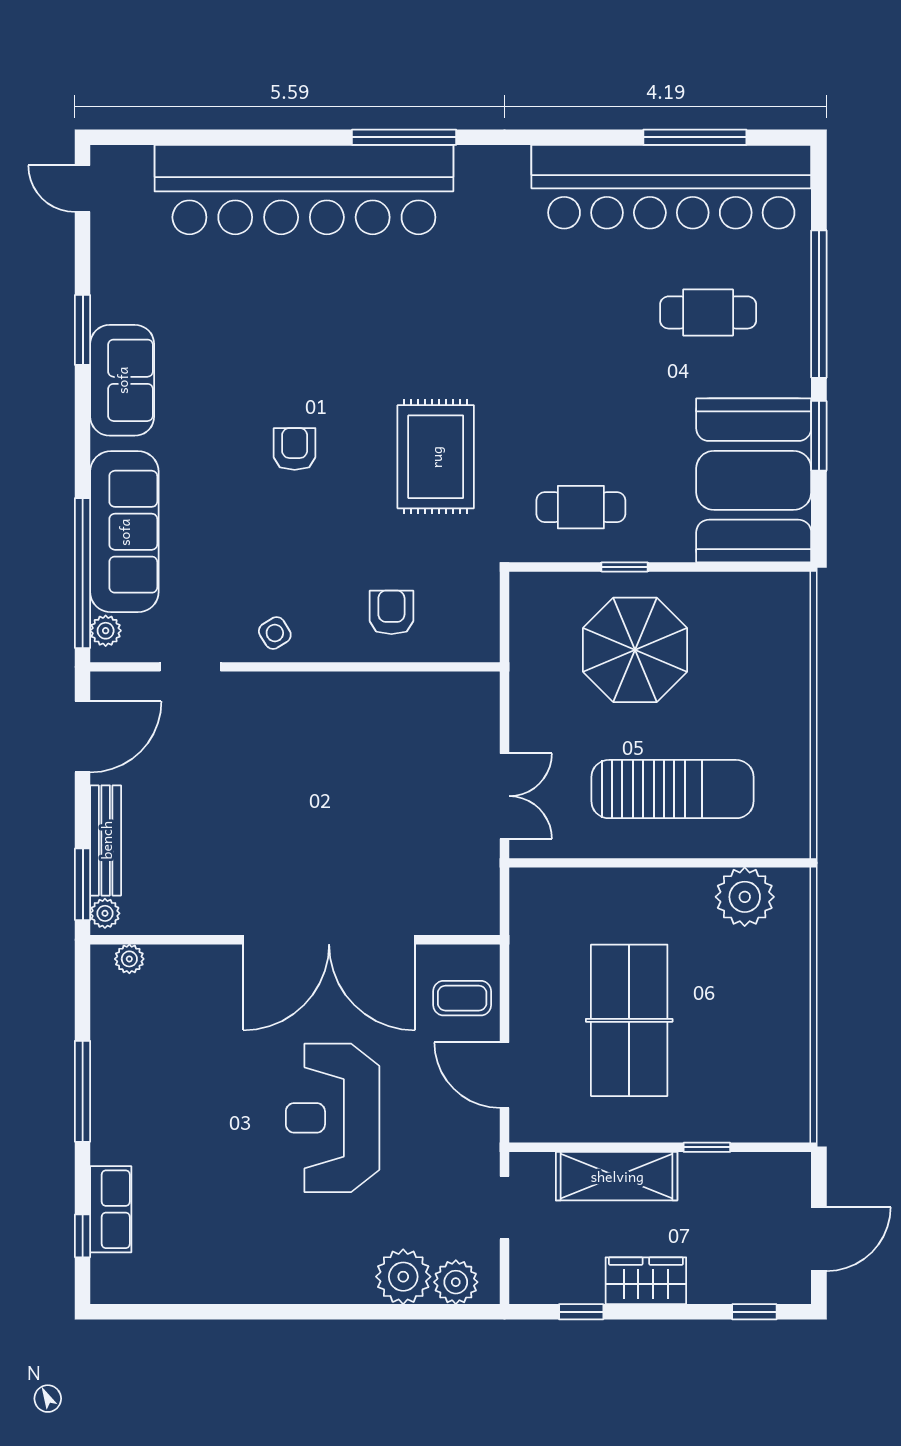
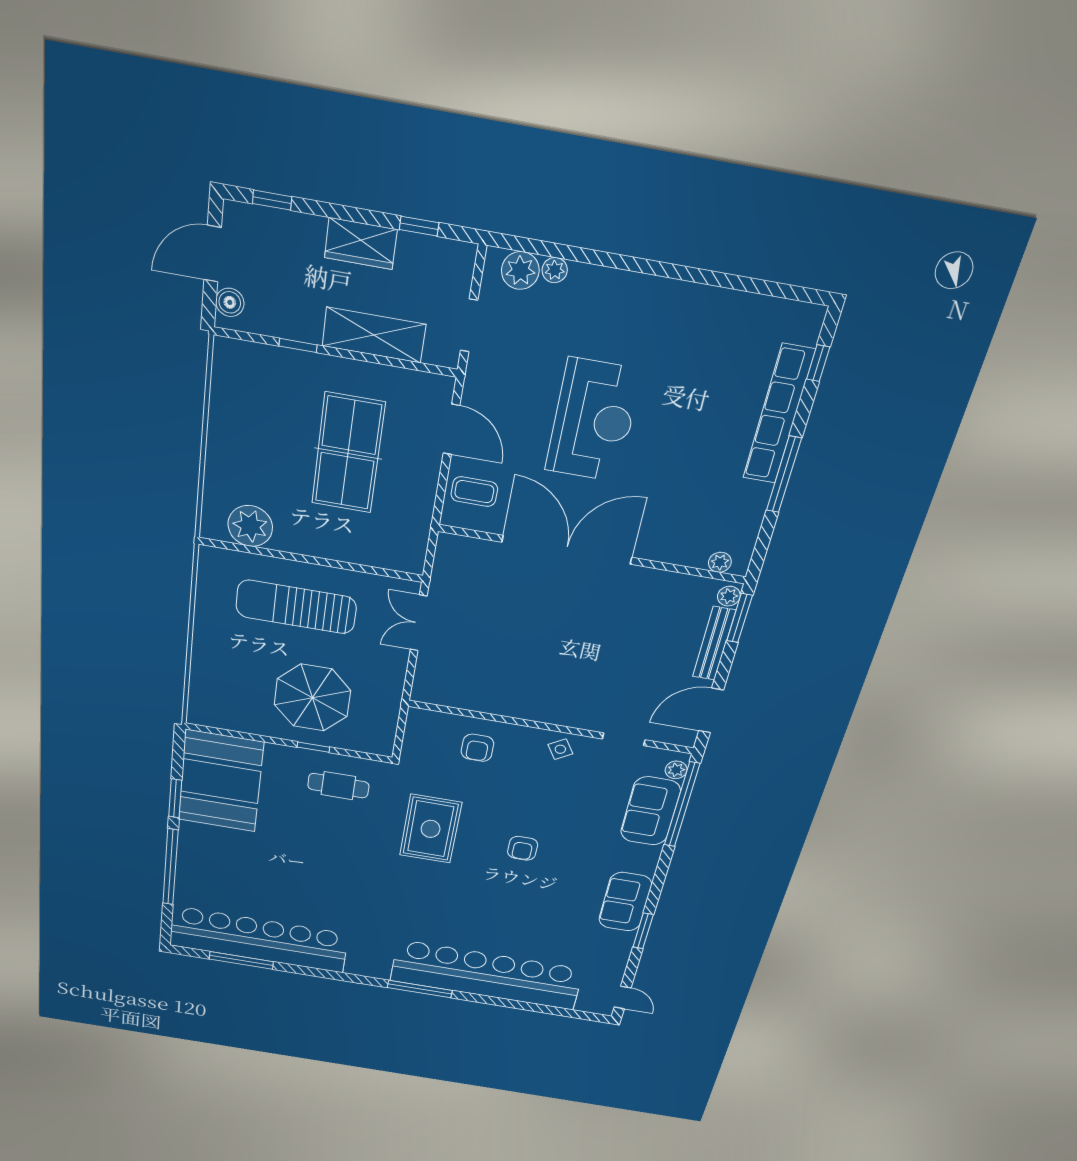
cafe table: (708, 312) -> (242, 874), removed
sofa: (124, 532) -> (650, 811), width x0.73
boiler: (794, 1185) -> (230, 302), added
row of seats: (111, 1209) -> (779, 415), width x2.02
plant: (403, 1277) -> (555, 270), width x0.53, depth x0.53

